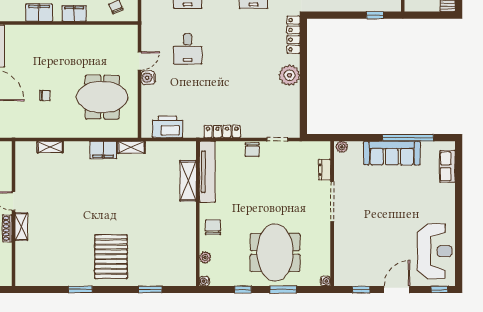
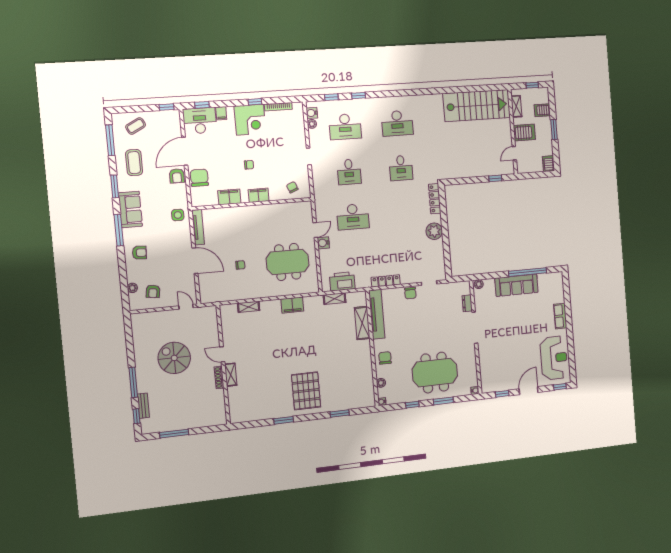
desk: (188, 49) -> (353, 217), width x1.37
shelving: (131, 147) -> (335, 299), moved
row of seats: (447, 166) -> (560, 316), moved
meeting table: (275, 252) -> (435, 373), turned 90

